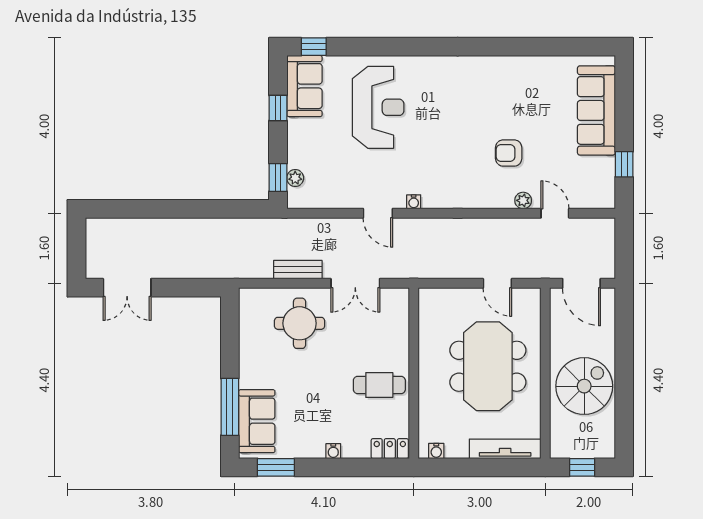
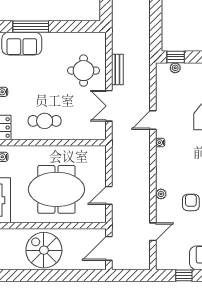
plant: (523, 200) -> (161, 194), moved
cafe table: (379, 385) -> (45, 121), turned 90
spiral stairs: (584, 386) -> (44, 250), turned 180

